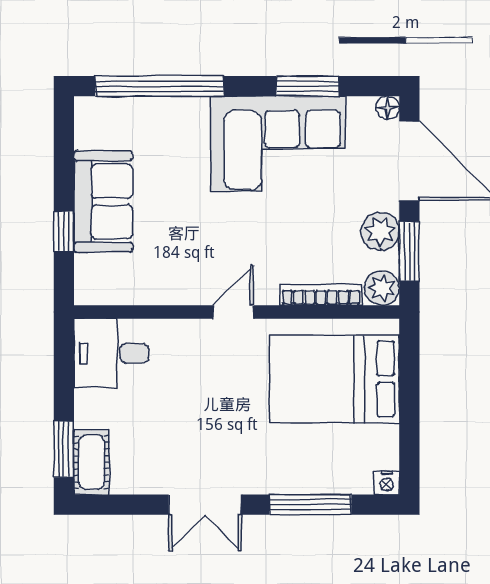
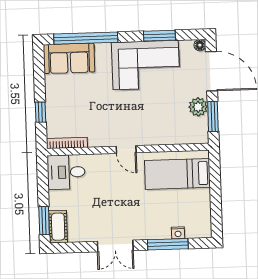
sofa: (103, 201) -> (69, 58), moved, turned 90
plant: (382, 288) -> (200, 135), removed
bookcase: (321, 295) -> (67, 143), moved
door: (233, 312) -> (126, 149), swing flipped
bed: (334, 379) -> (177, 174), width x0.67
nightstand: (387, 483) -> (178, 233), moved

